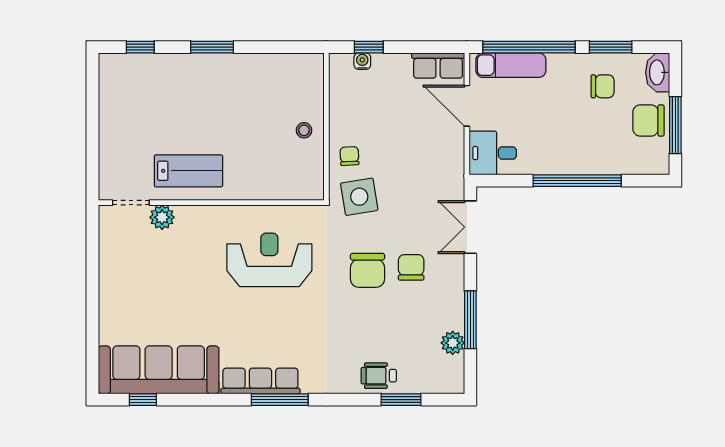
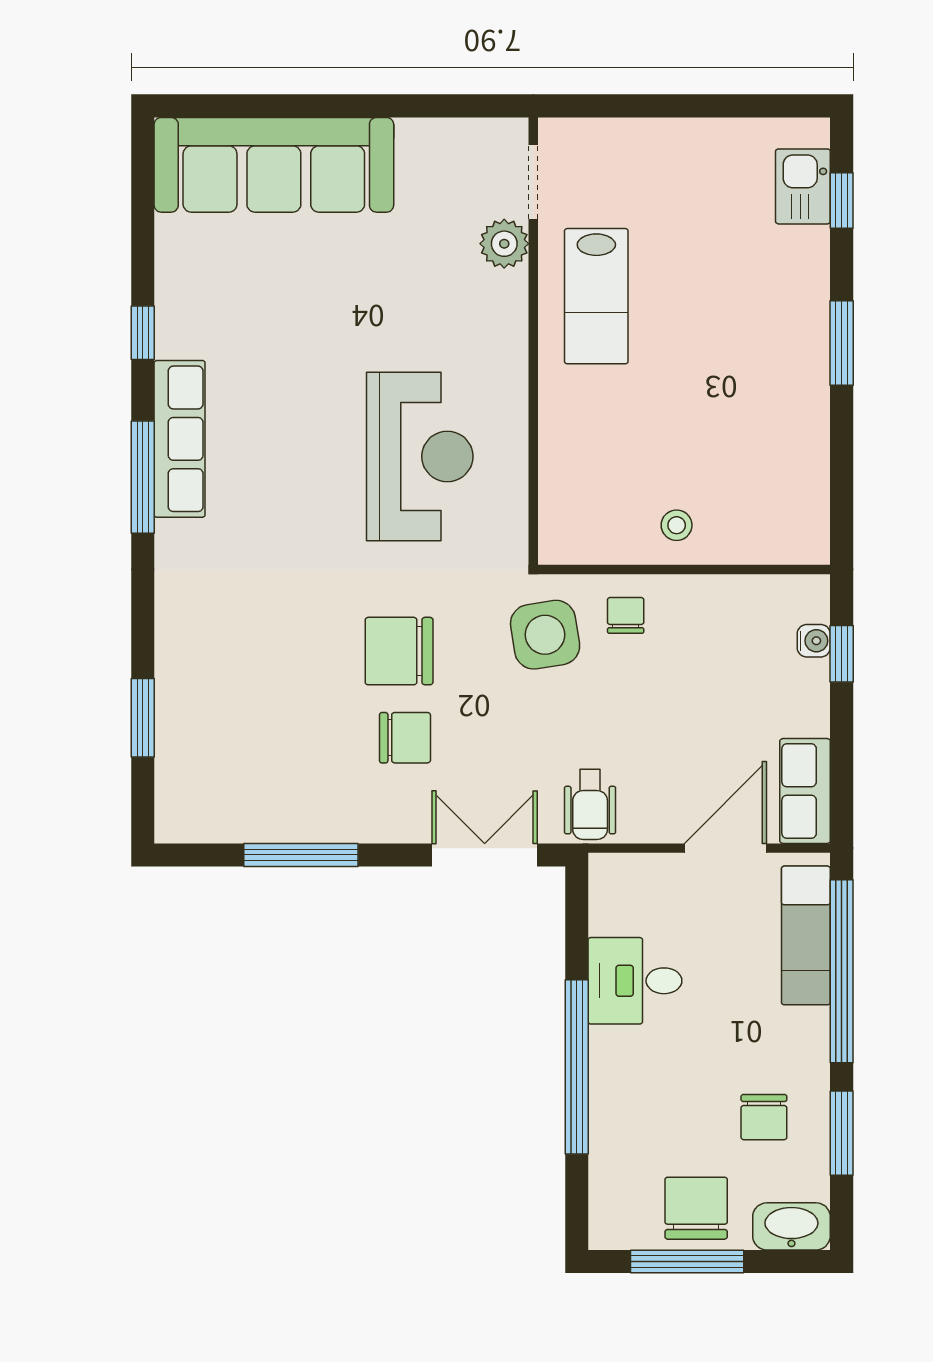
kitchen sink: (133, 67) -> (803, 186), added
desk: (493, 153) -> (635, 981), moved, turned -90
chair: (349, 156) -> (626, 615), turned -87
plant: (453, 343) -> (255, 820), removed
sofa: (159, 370) -> (274, 165), moved, turned 90
wheelchair: (379, 376) -> (590, 804), moved, turned 180
window: (143, 400) -> (143, 333), moved

